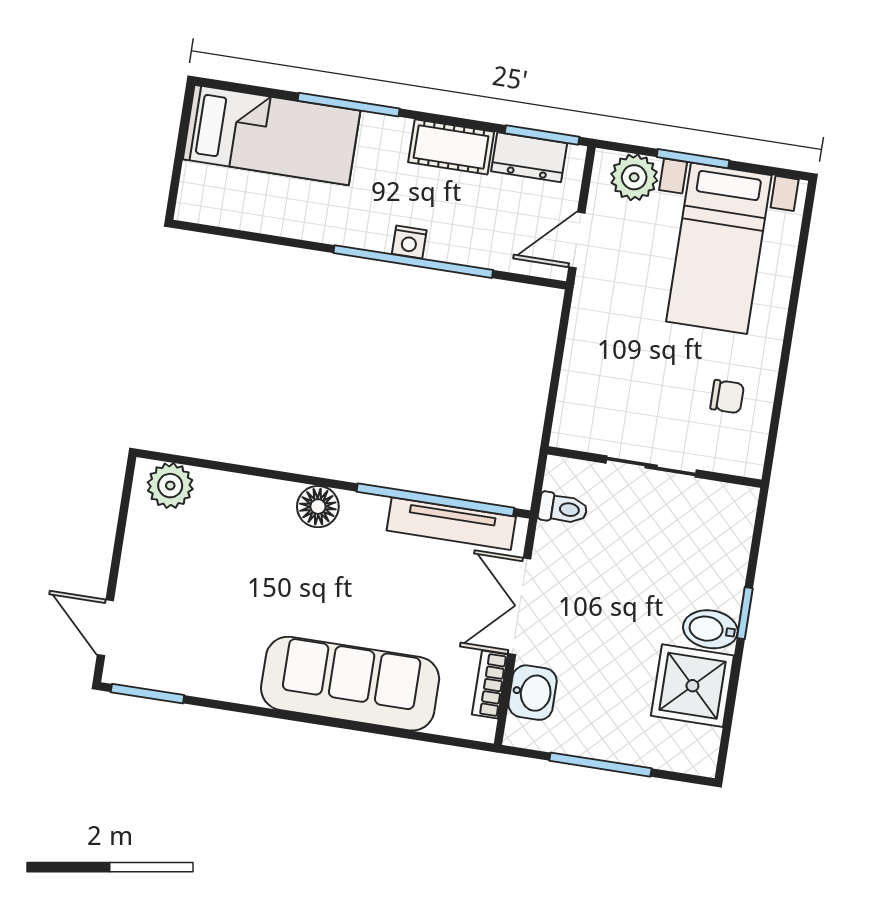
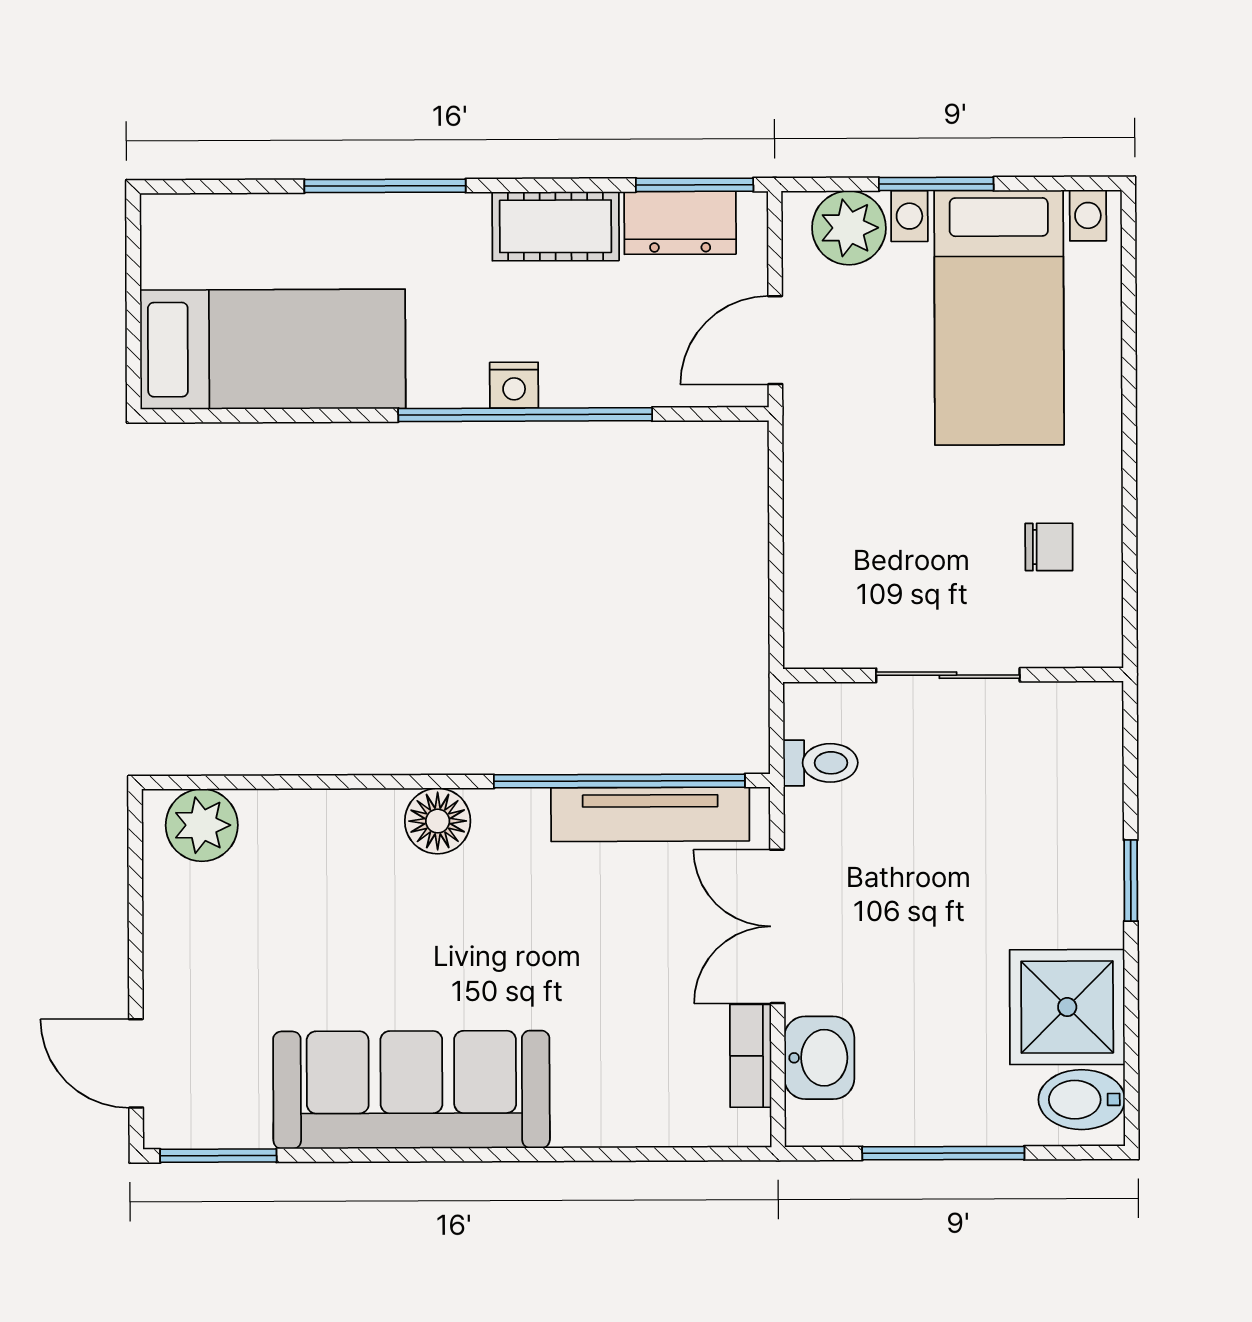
bed: (272, 135) -> (273, 349), moved
bidet: (710, 629) -> (1082, 1100), moved
sofa: (350, 684) -> (411, 1090), moved

